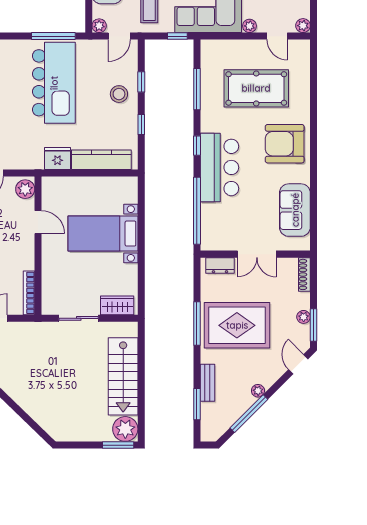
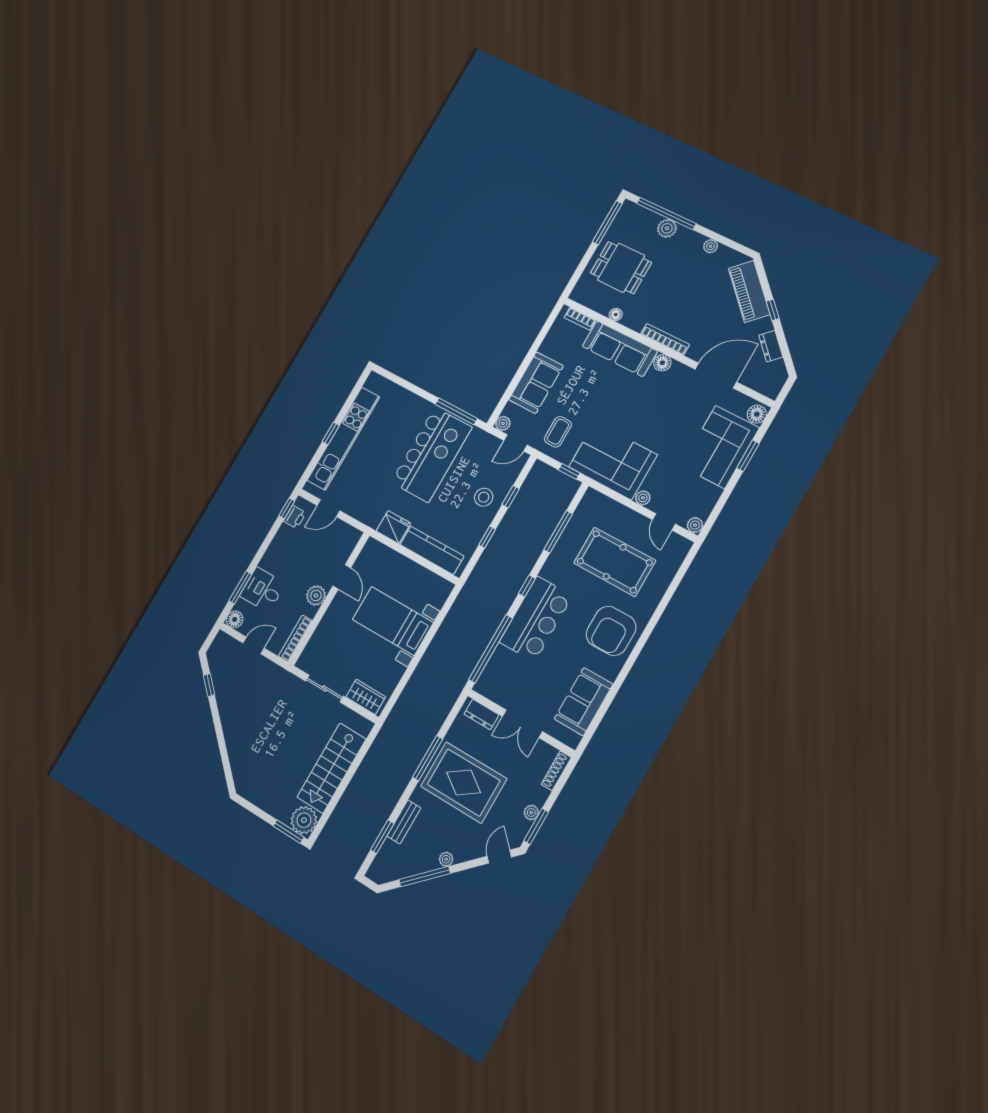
armchair: (285, 144) -> (611, 631), turned -90
plant: (25, 189) -> (316, 596), moved

